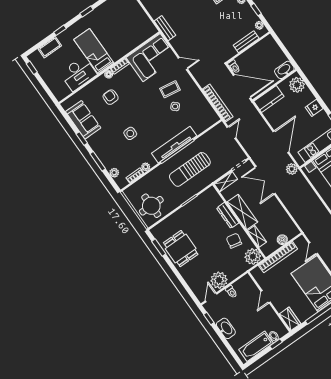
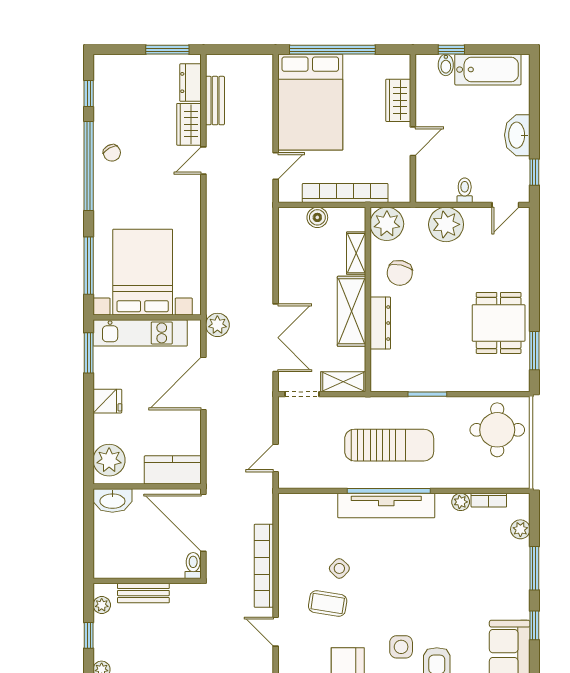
bookcase: (218, 103) -> (264, 566), moved
side table: (130, 133) -> (401, 647), moved
plant: (219, 280) -> (446, 224), moved
wardrobe: (290, 319) -> (398, 100), moved

